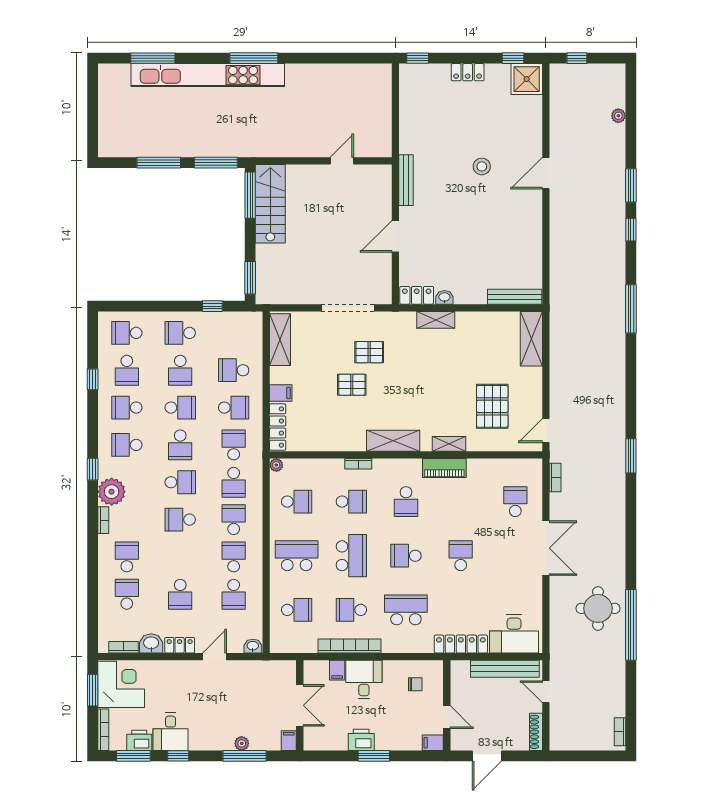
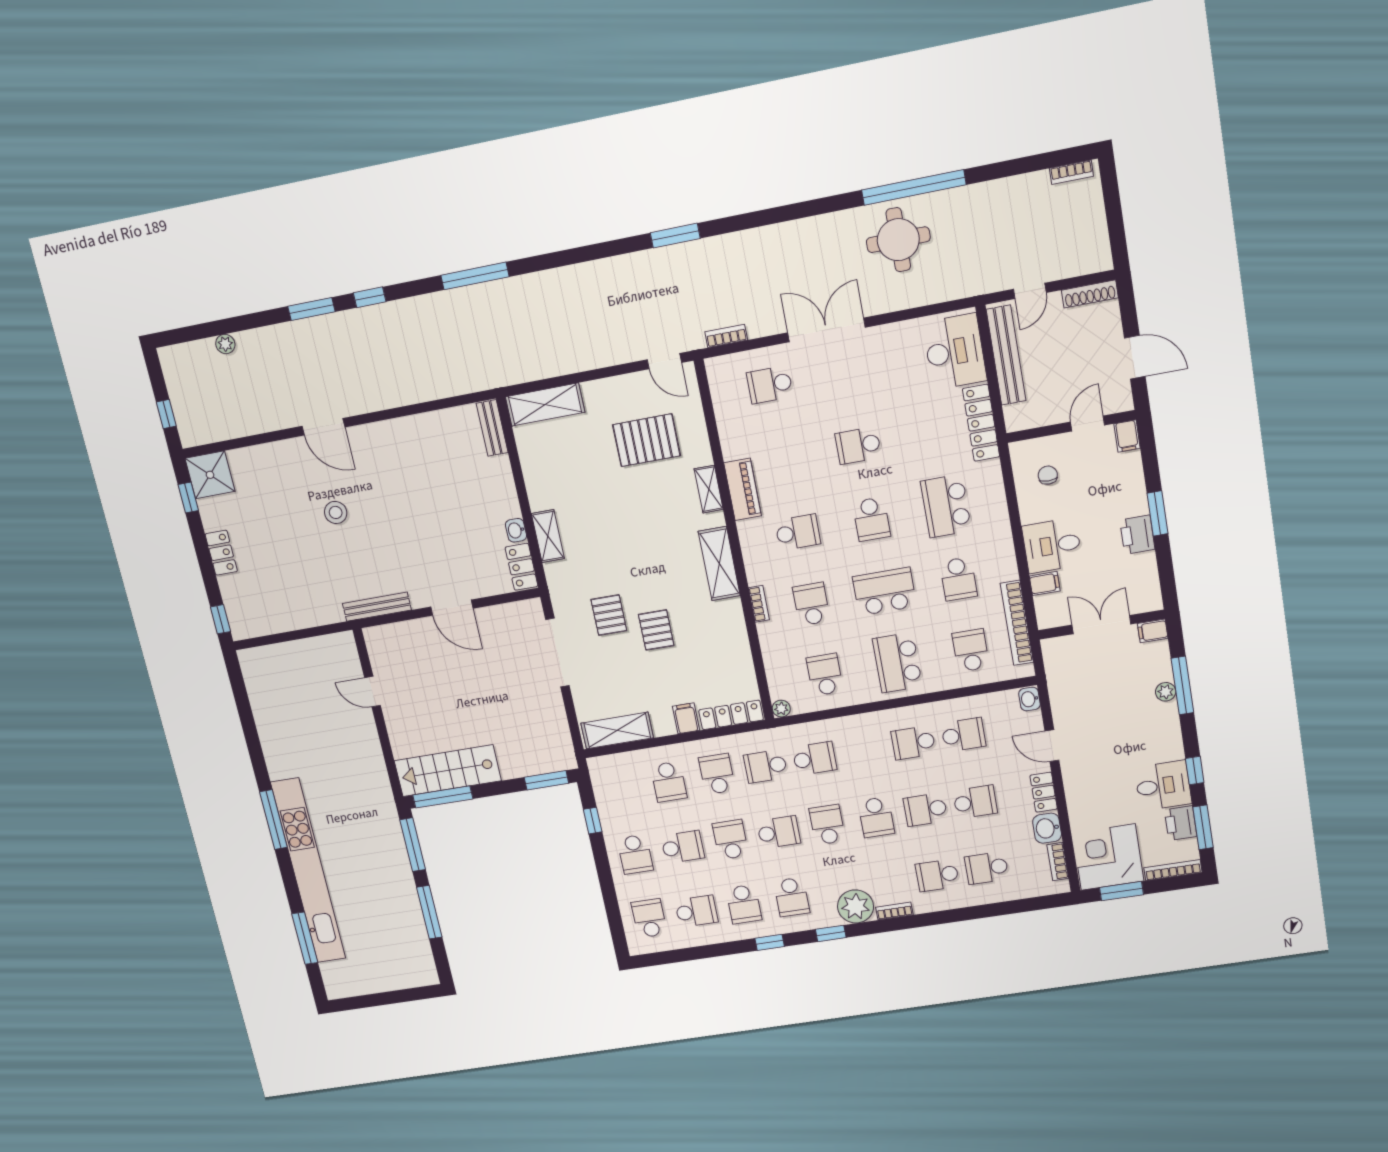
bench: (515, 297) -> (492, 428), width x0.73
school desk: (127, 333) -> (649, 918), turned 180
window: (93, 379) -> (770, 942), moved
school desk: (234, 520) -> (925, 810), moved
bookcase: (350, 646) -> (1017, 623), moved

